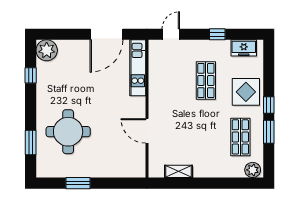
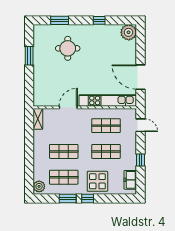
kitchen unit: (138, 68) -> (108, 100), width x1.36
window: (31, 75) -> (99, 20), moved
shop shelf: (171, 80) -> (106, 126), added
round table: (68, 132) -> (68, 48), width x0.73, depth x0.73
shop shelf: (206, 137) -> (64, 151), added
shelving: (179, 171) -> (38, 119), moved

